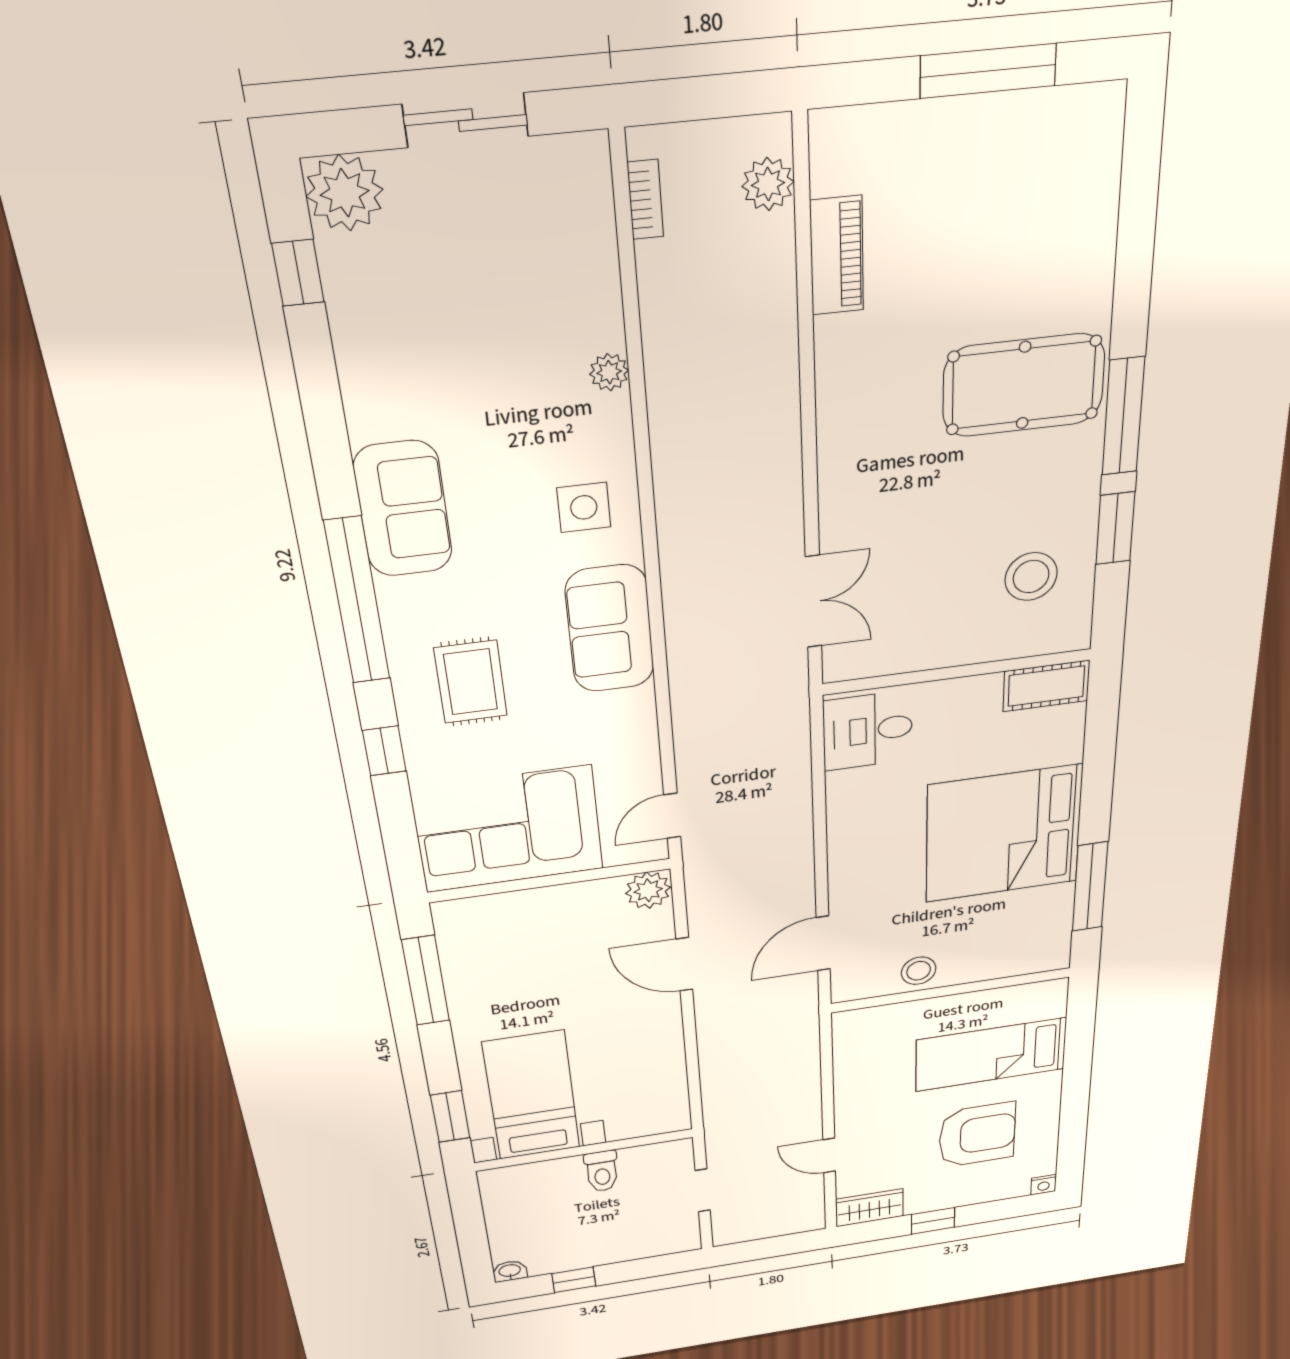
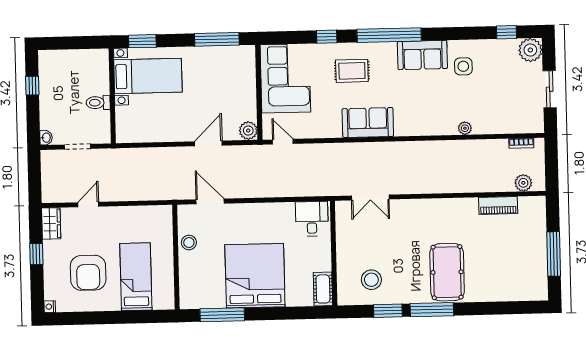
side table: (584, 507) -> (463, 66), moved
washbasin: (510, 1271) -> (46, 138), moved

